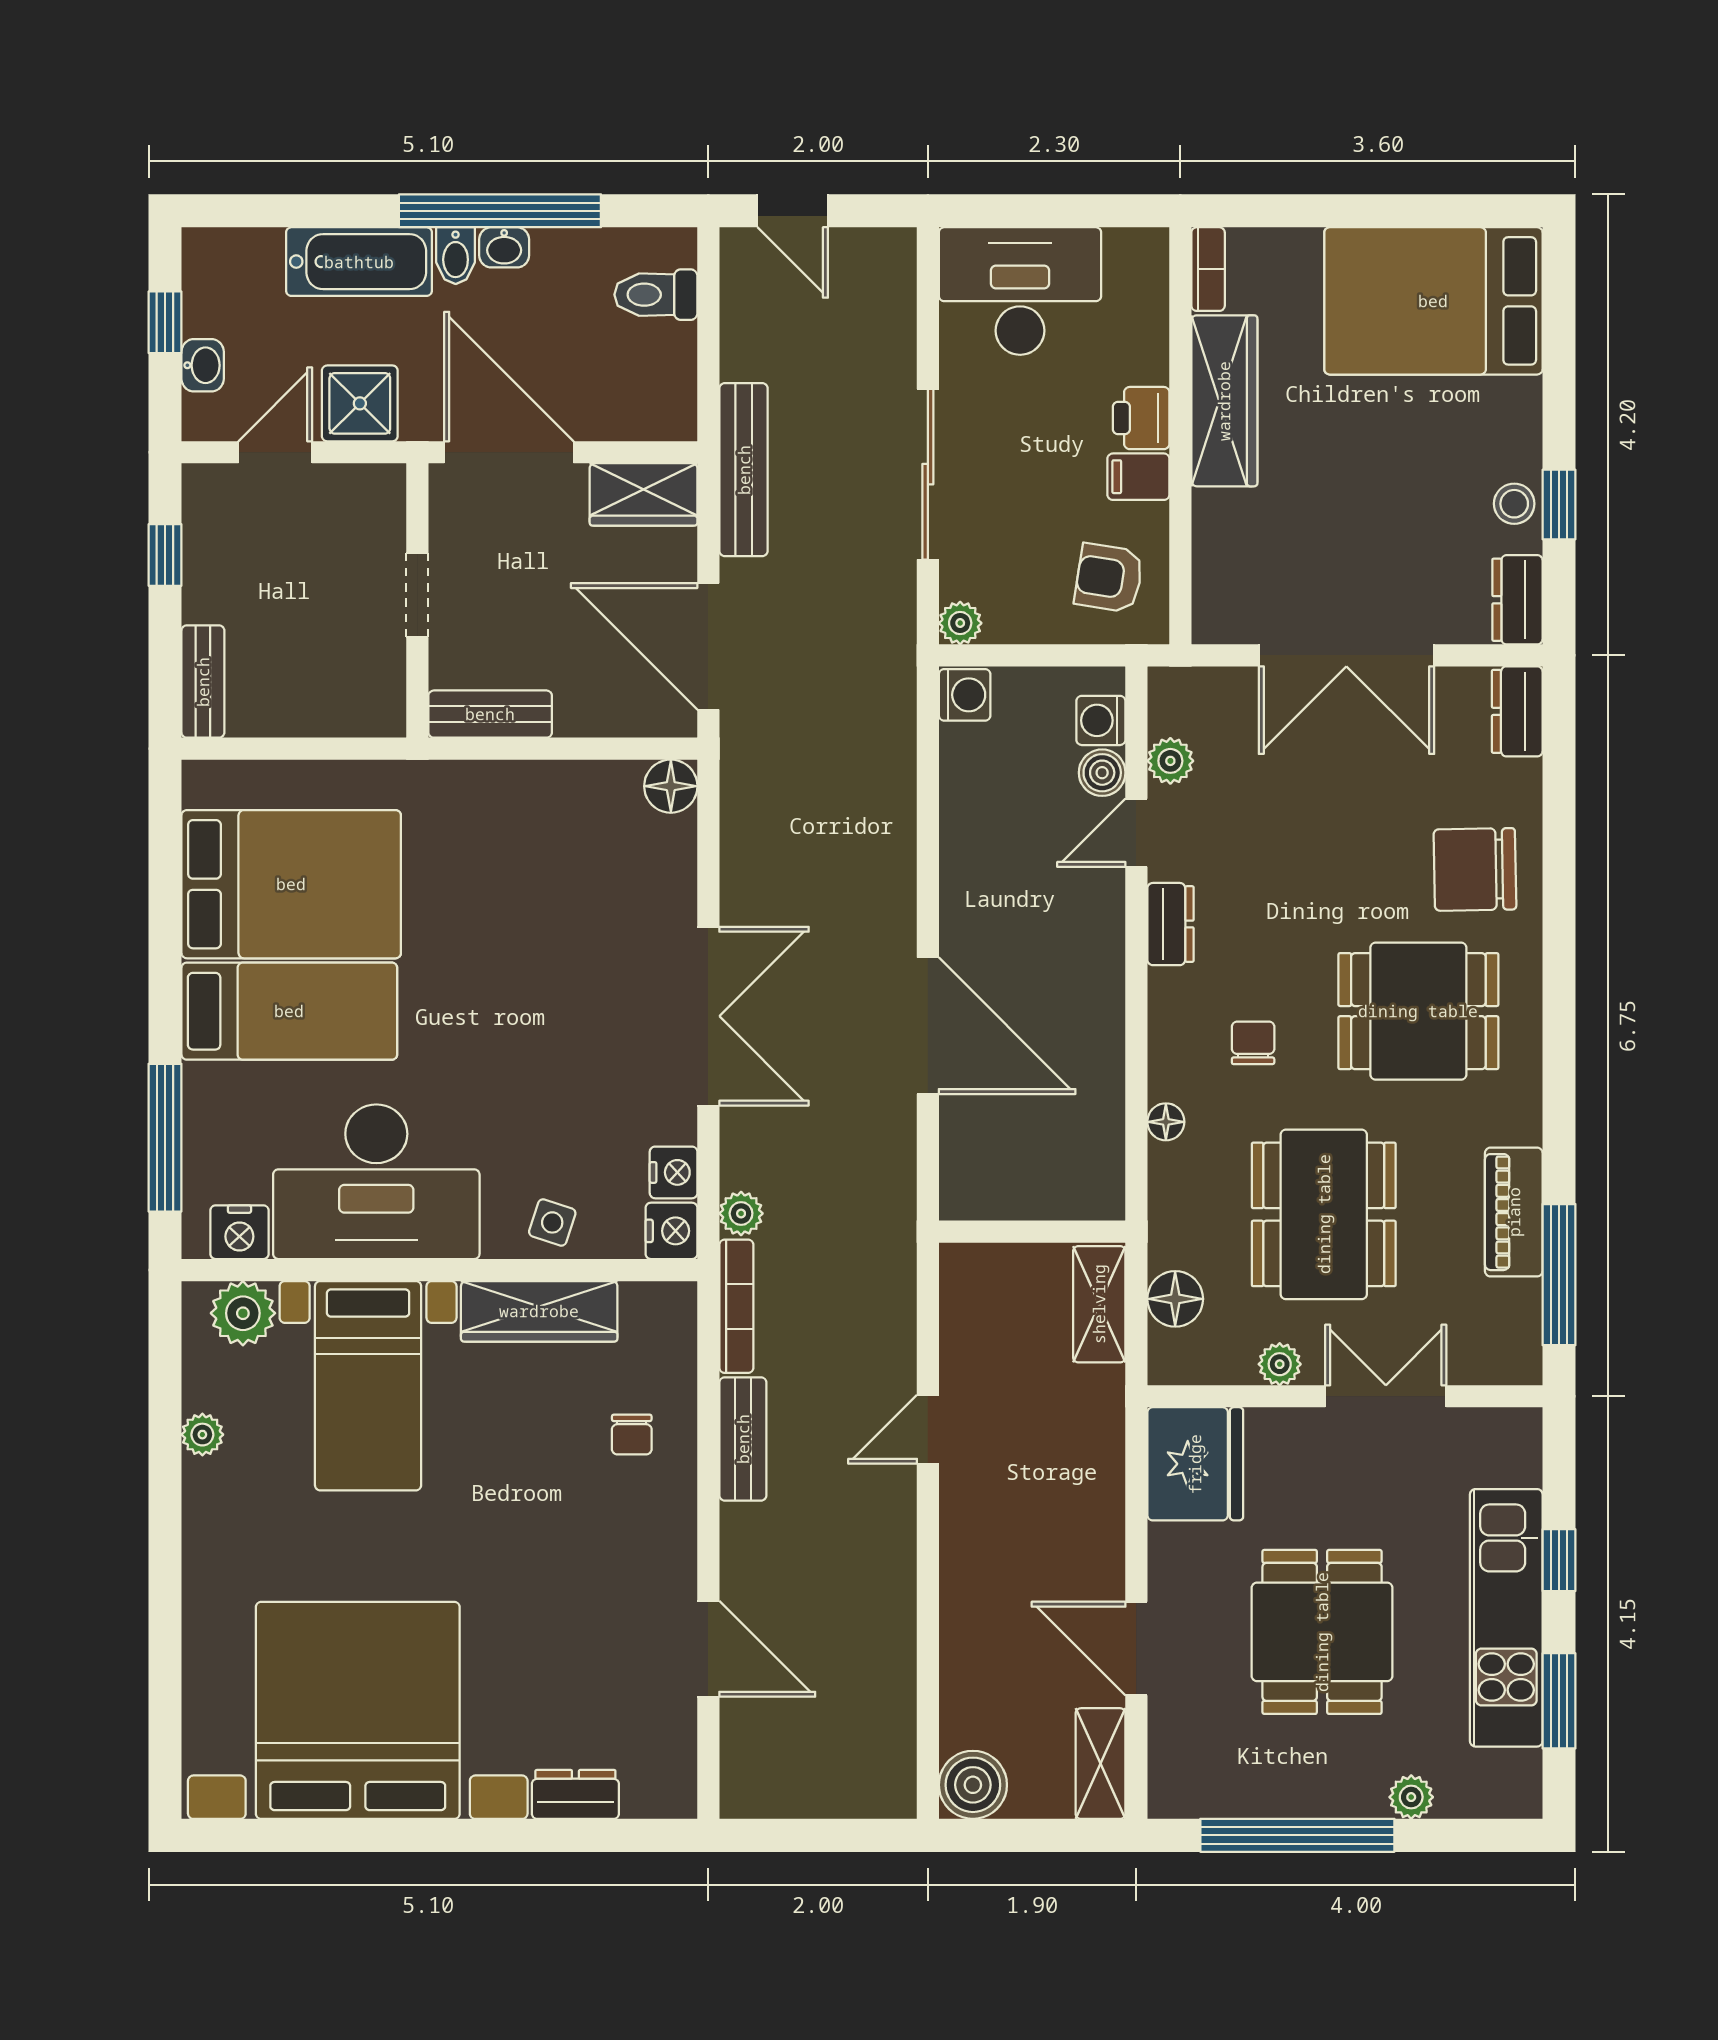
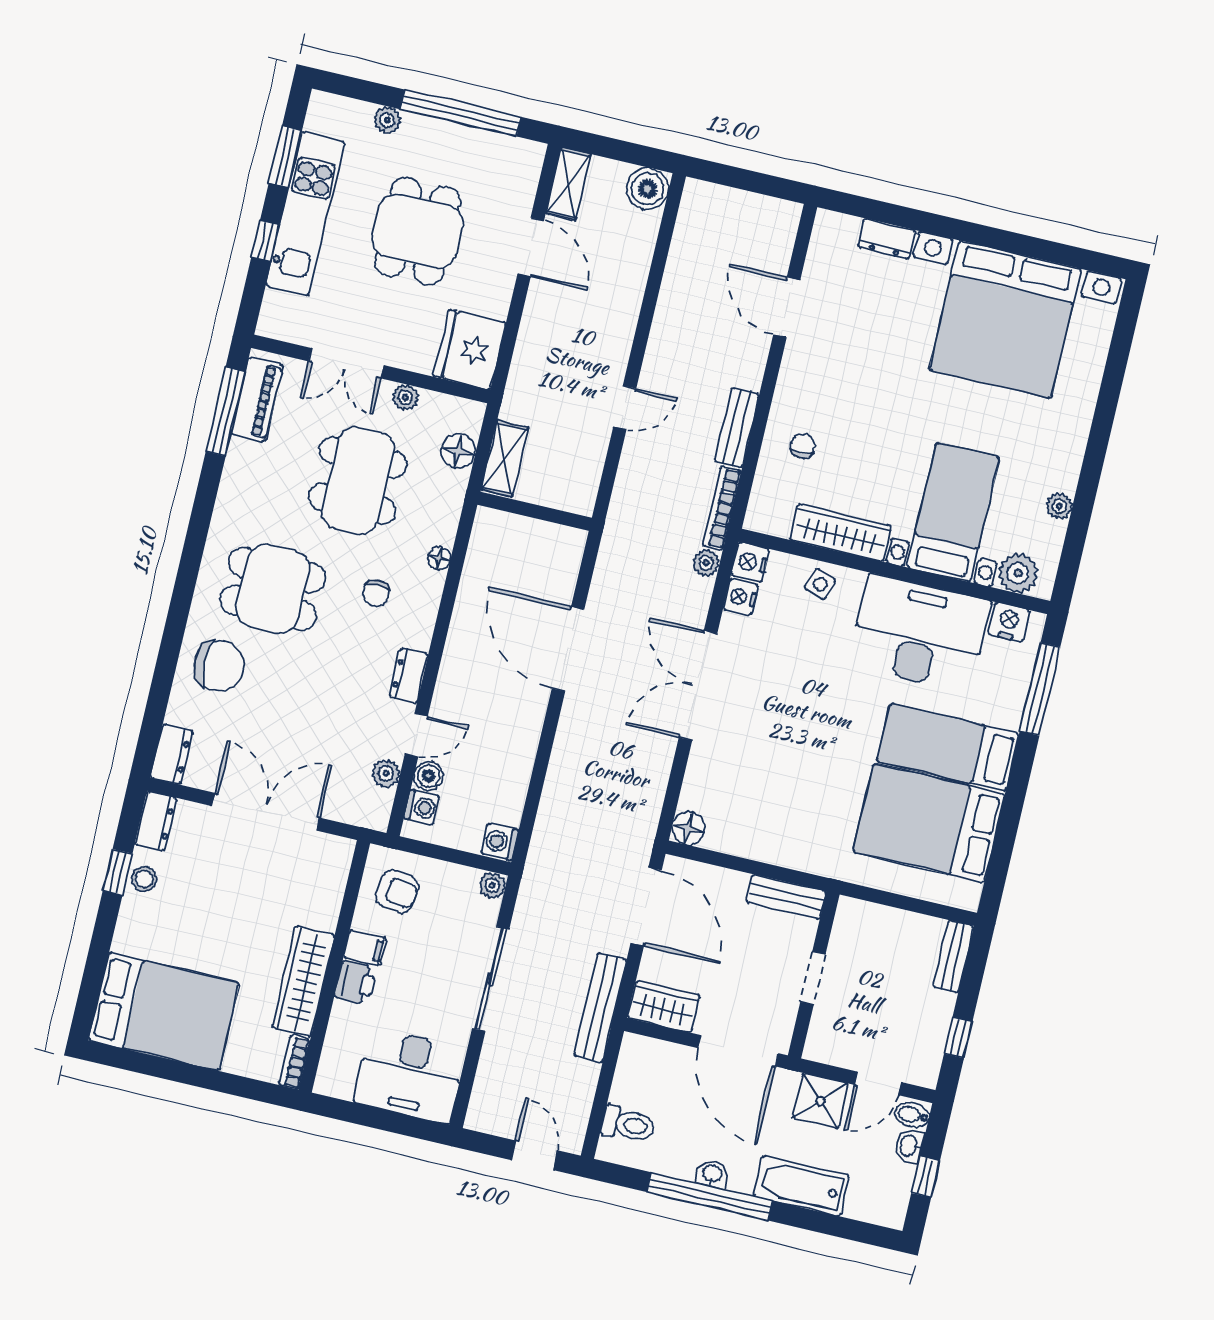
bidet: (456, 256) -> (912, 1115), moved, turned -90
piano: (1514, 1212) -> (257, 399), moved

